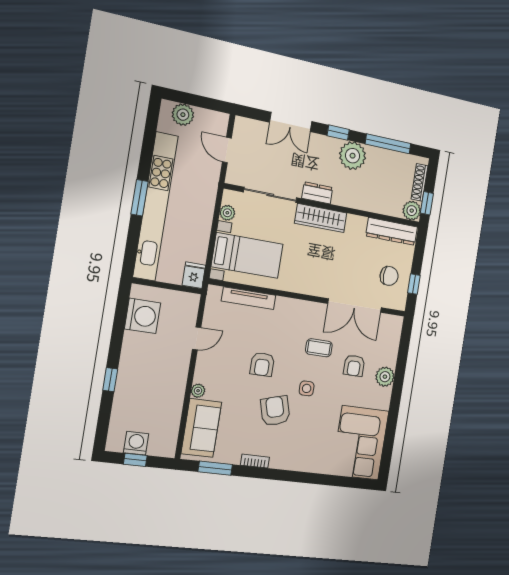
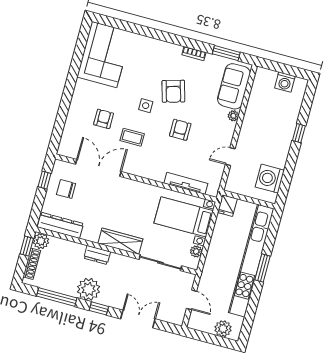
dresser: (317, 193) -> (97, 255), moved
plant: (385, 377) -> (78, 106), removed
window: (135, 460) -> (287, 69), removed

